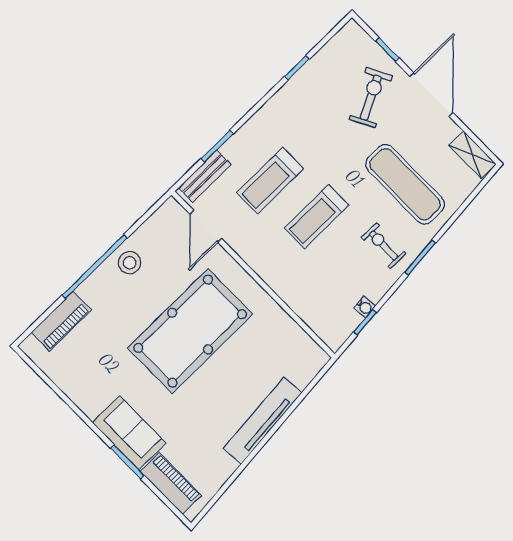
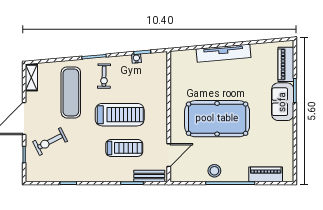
treadmill: (317, 217) -> (120, 115), width x1.37, depth x1.38

